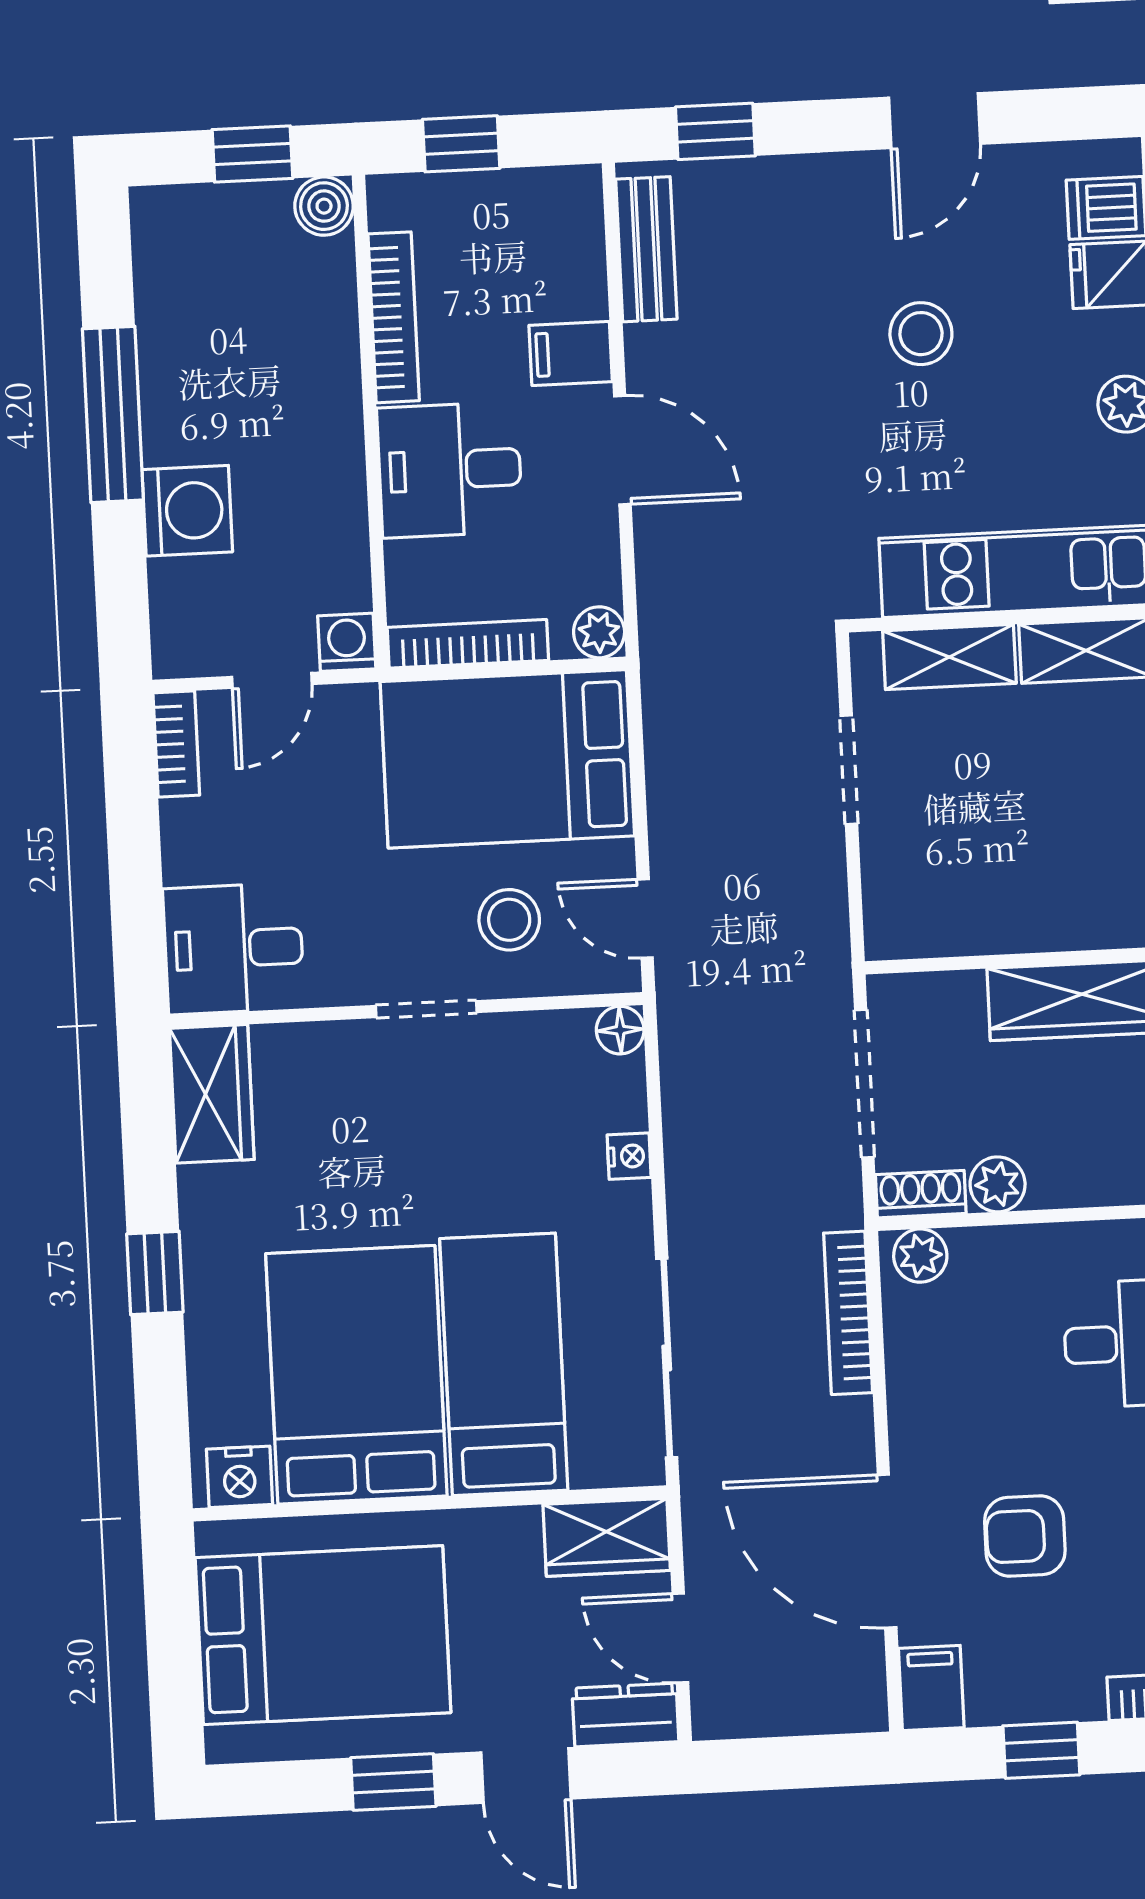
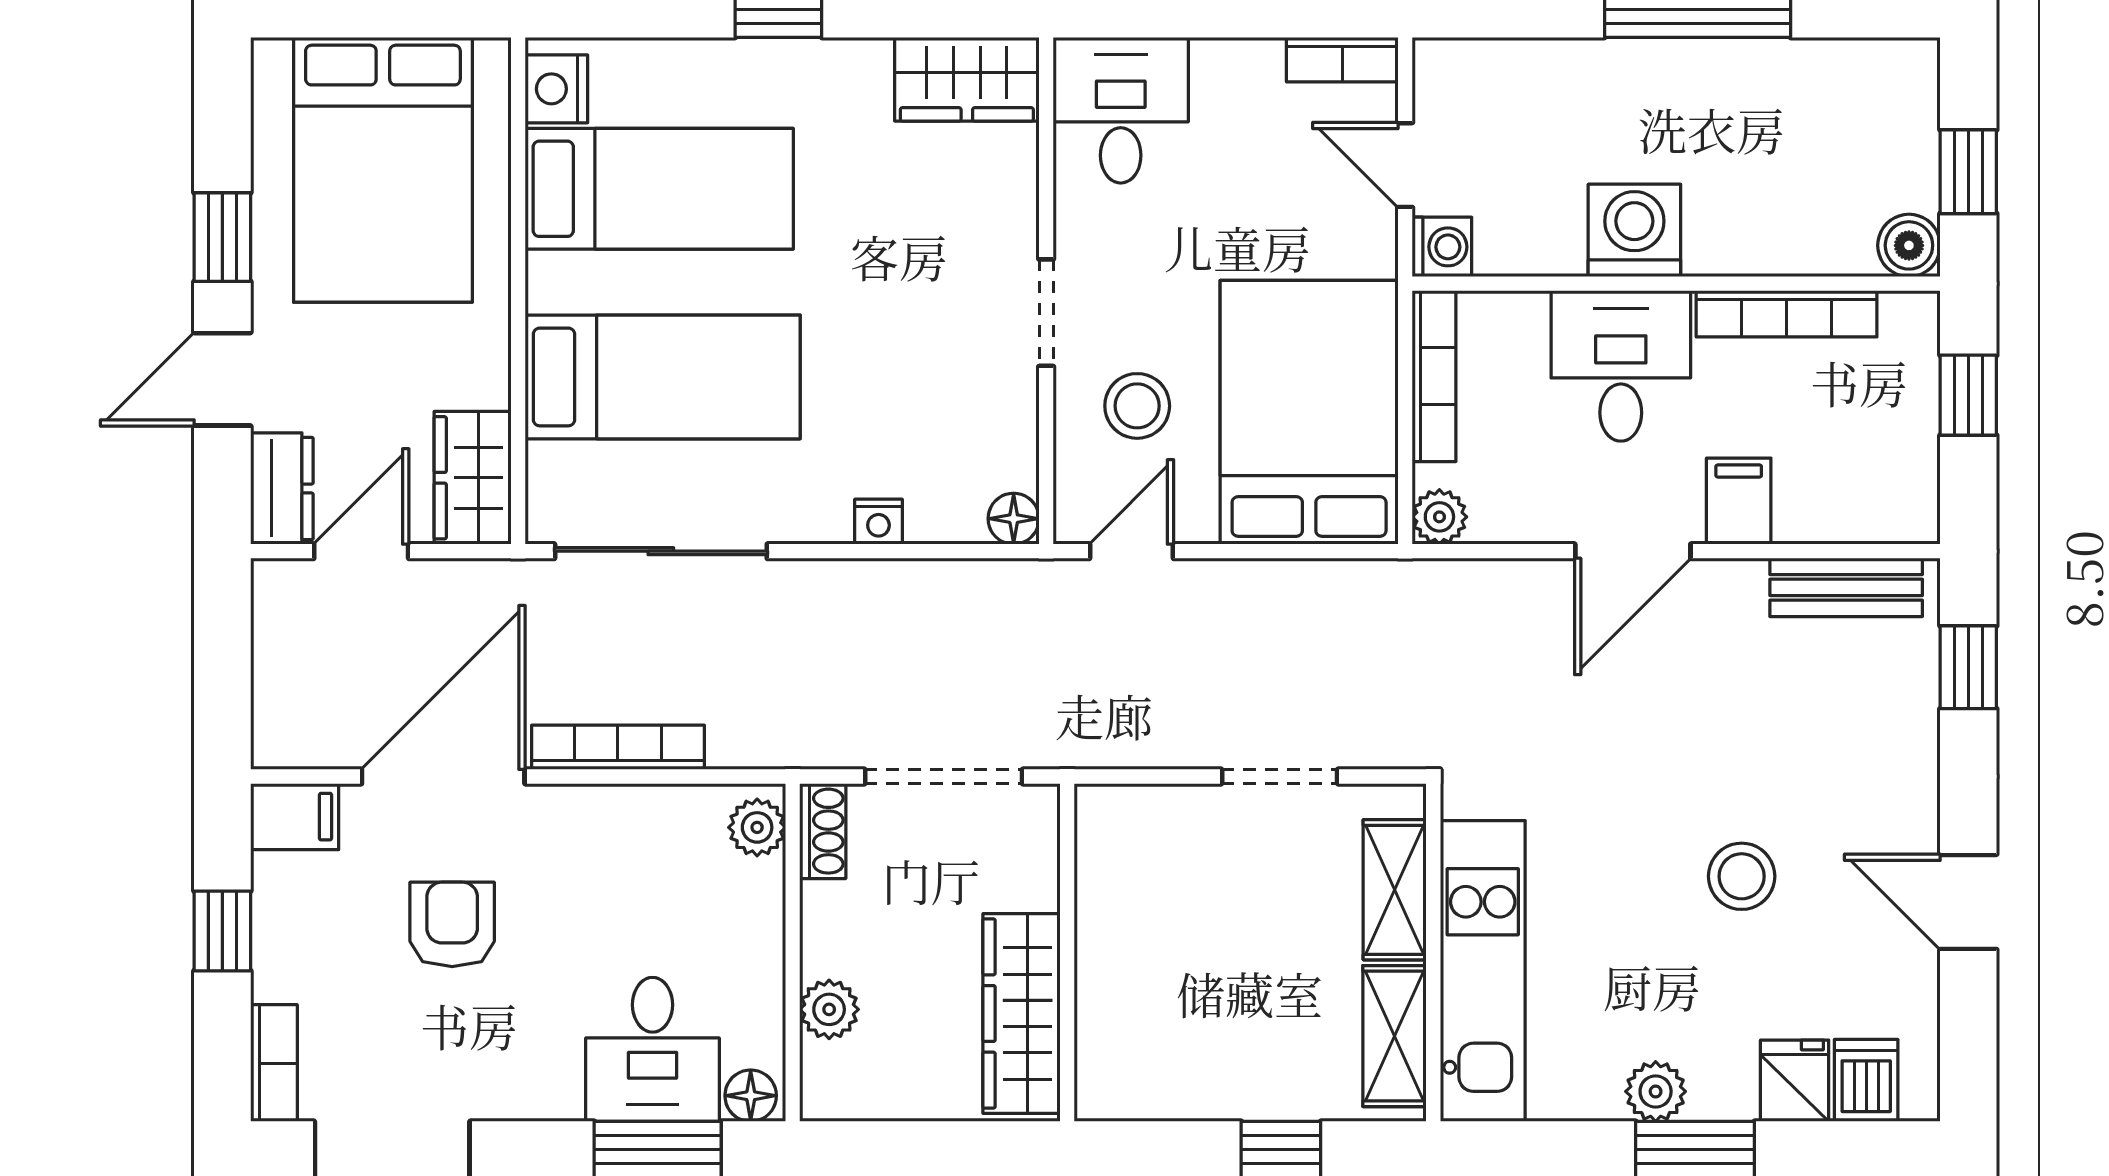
washing machine: (187, 511) -> (1634, 230), moved, turned 180
plant: (998, 1184) -> (829, 1009), moved
bookcase: (848, 1313) -> (618, 747), moved
bed: (356, 1375) -> (659, 189), width x0.67

